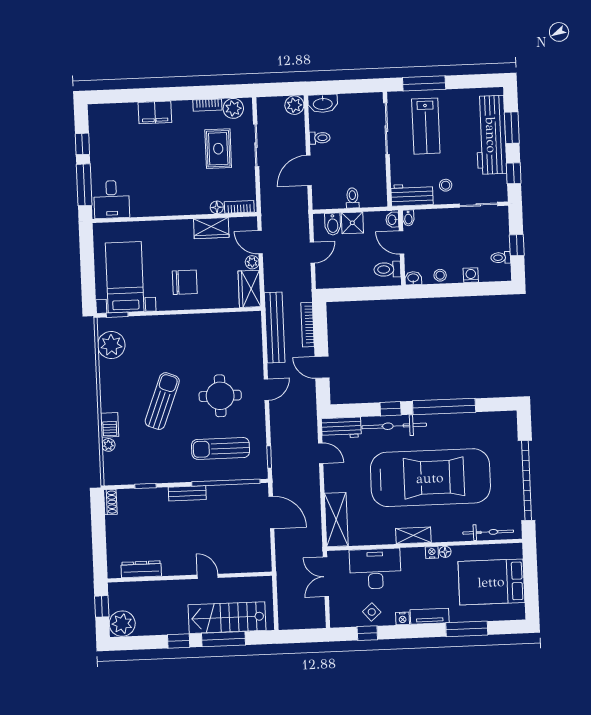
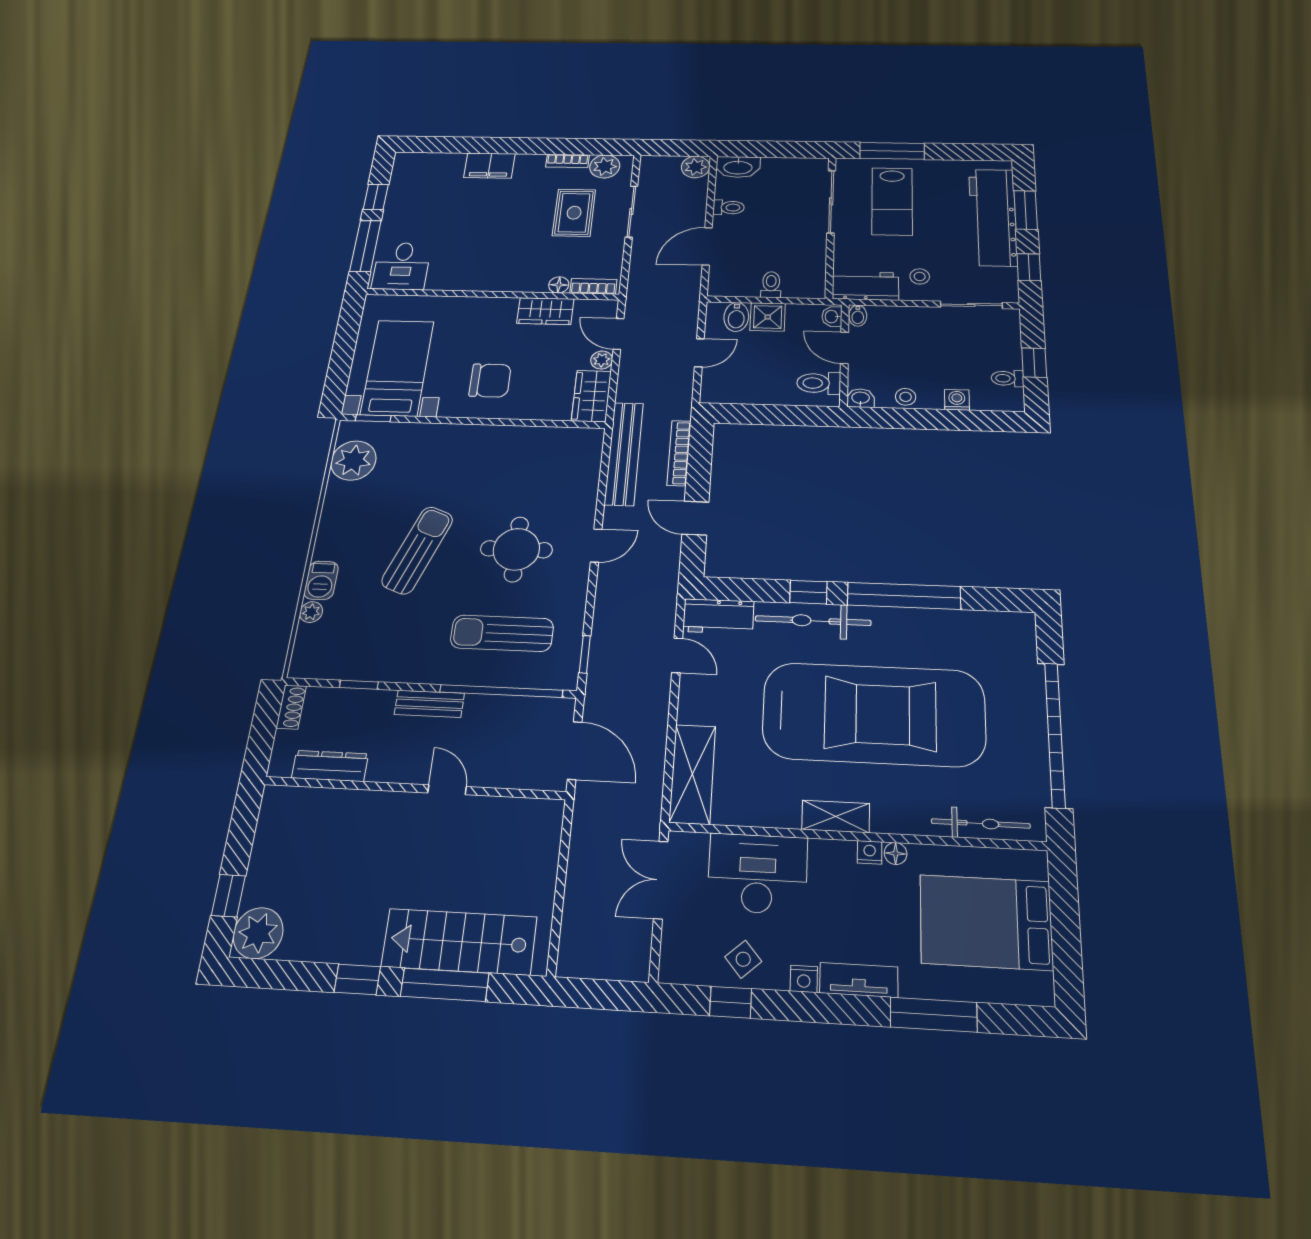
dresser: (141, 569) -> (330, 766), moved
door: (208, 576) -> (447, 790), moved
wall: (190, 577) -> (414, 788), moved

